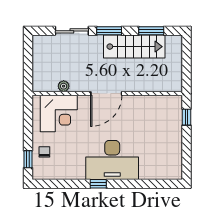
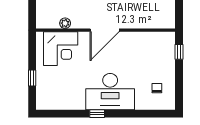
chair: (44, 152) -> (157, 88), moved
window: (28, 159) -> (32, 78), moved

